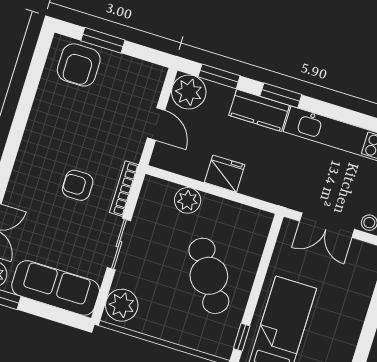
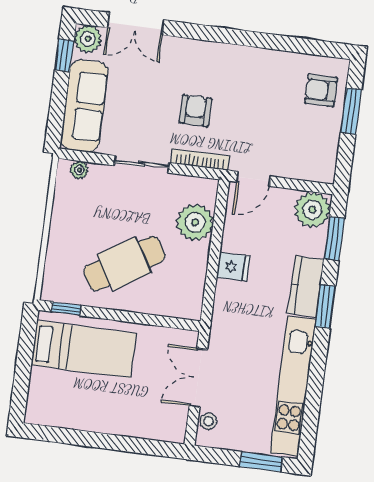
armchair: (79, 65) -> (321, 90), width x0.72, depth x0.72
door: (156, 124) -> (253, 179), moved
fridge: (225, 174) -> (233, 267), width x0.72
plant: (188, 200) -> (195, 222), width x1.36, depth x1.36
plant: (122, 305) -> (79, 170), width x0.53, depth x0.53

